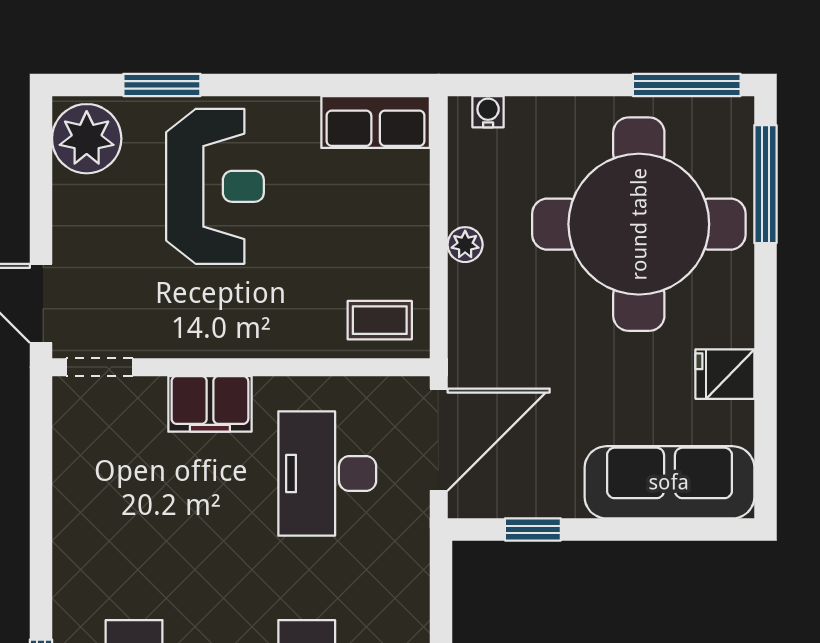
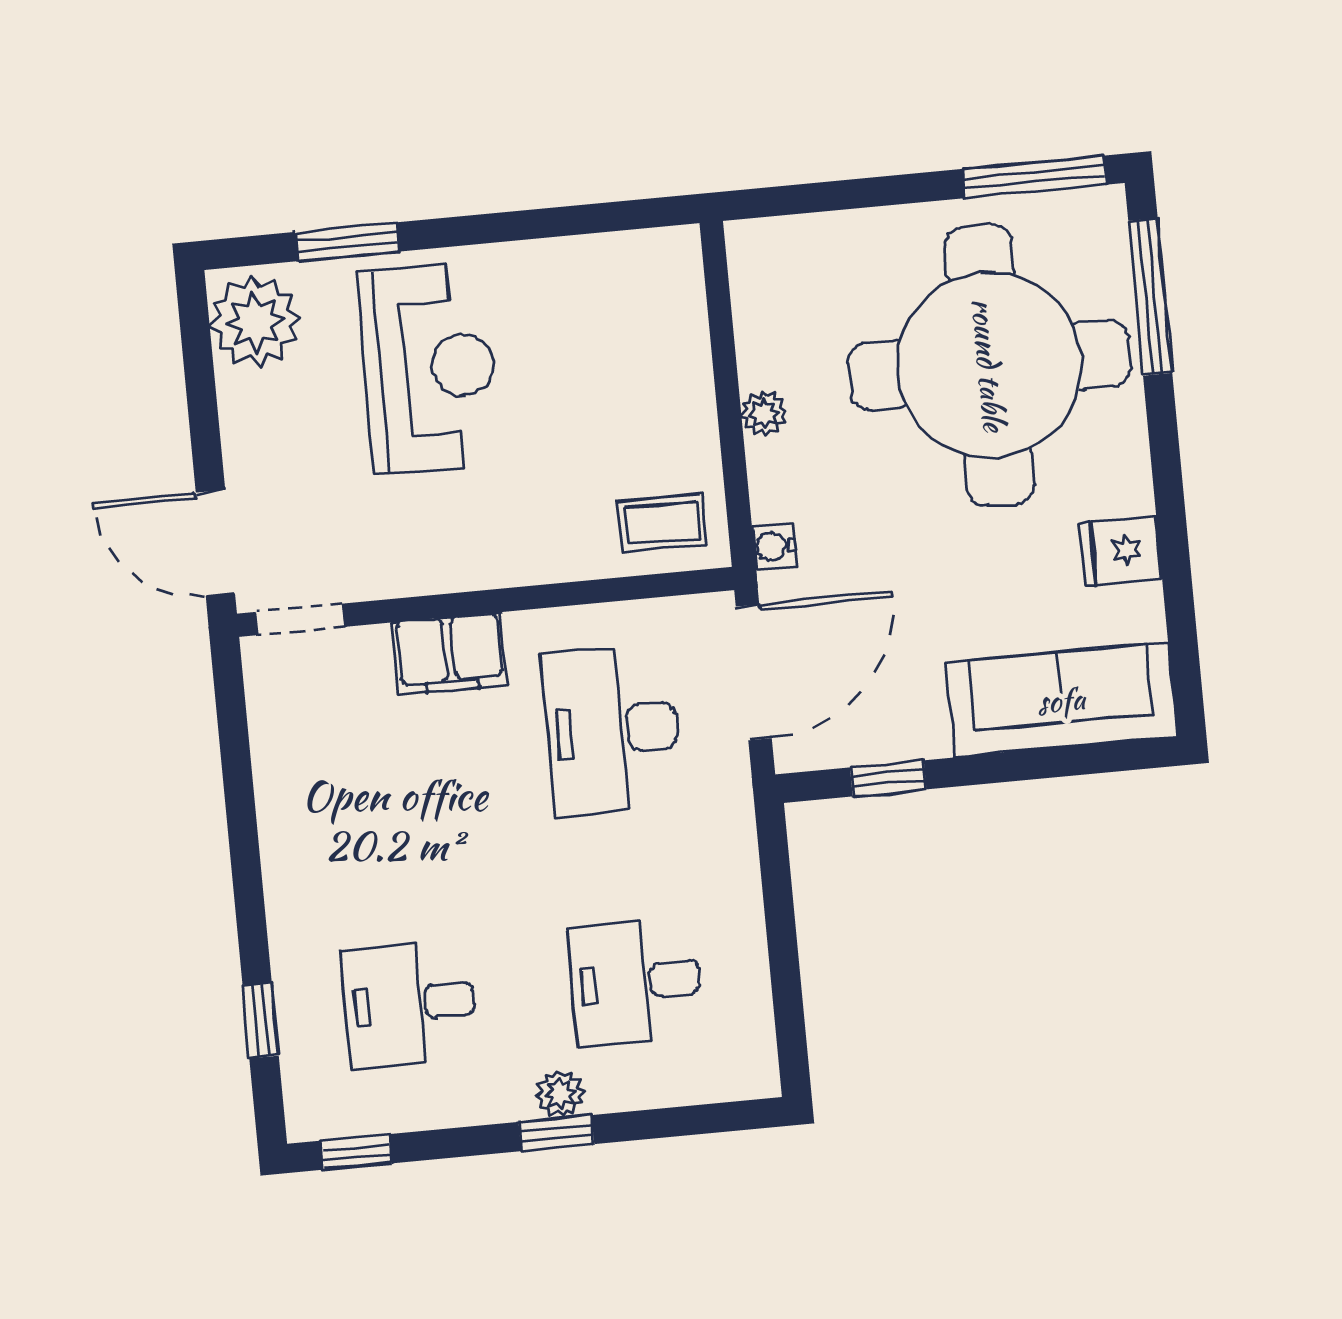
water cooler: (488, 112) -> (774, 546), moved, turned -90
row of seats: (376, 122) -> (632, 264), removed

